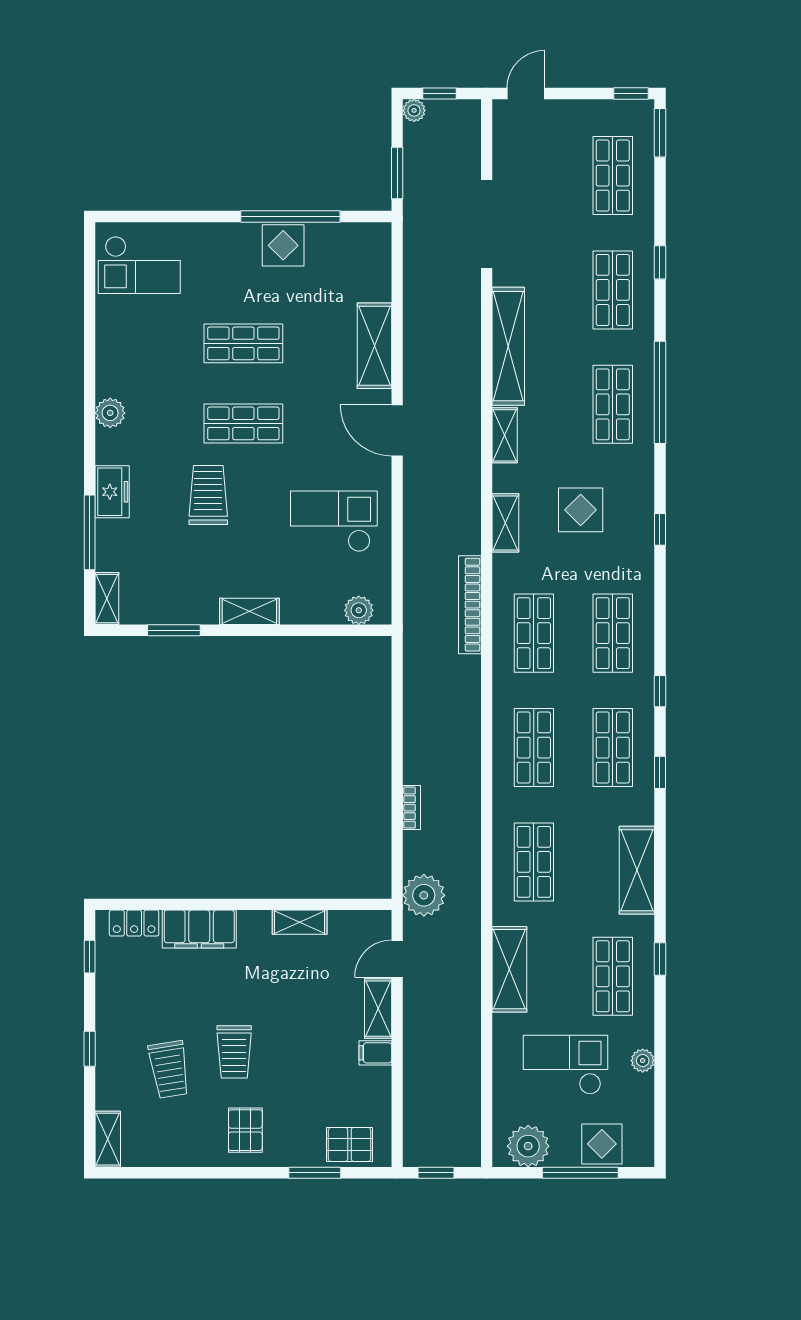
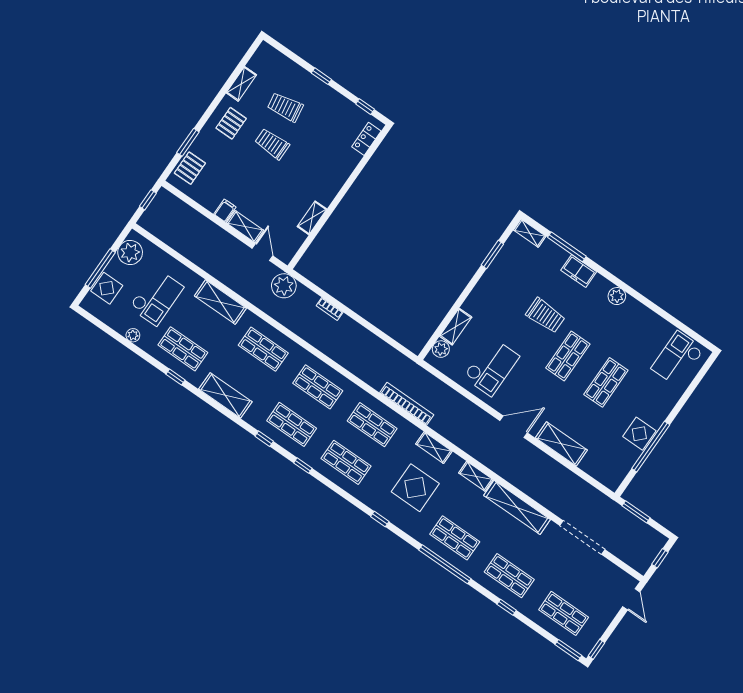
plant: (414, 110) -> (660, 541), removed
display table: (581, 510) -> (415, 488), width x1.36, depth x1.36
shelving: (249, 611) -> (456, 327), moved
filing cabinet: (199, 929) -> (342, 168), removed
pallet: (245, 1130) -> (231, 123), turned 90
shelving: (108, 1139) -> (241, 84), moved, turned 90

